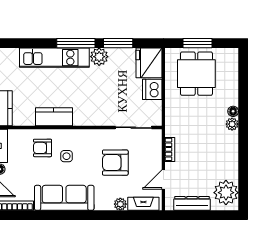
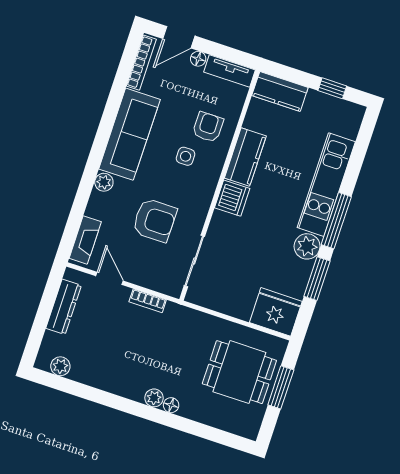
dishwasher: (152, 89) -> (232, 198), moved, turned 90
armchair: (115, 163) -> (155, 220), turned 90
plant: (226, 193) -> (60, 366), width x0.53, depth x0.53
plant: (120, 204) -> (104, 182), moved

